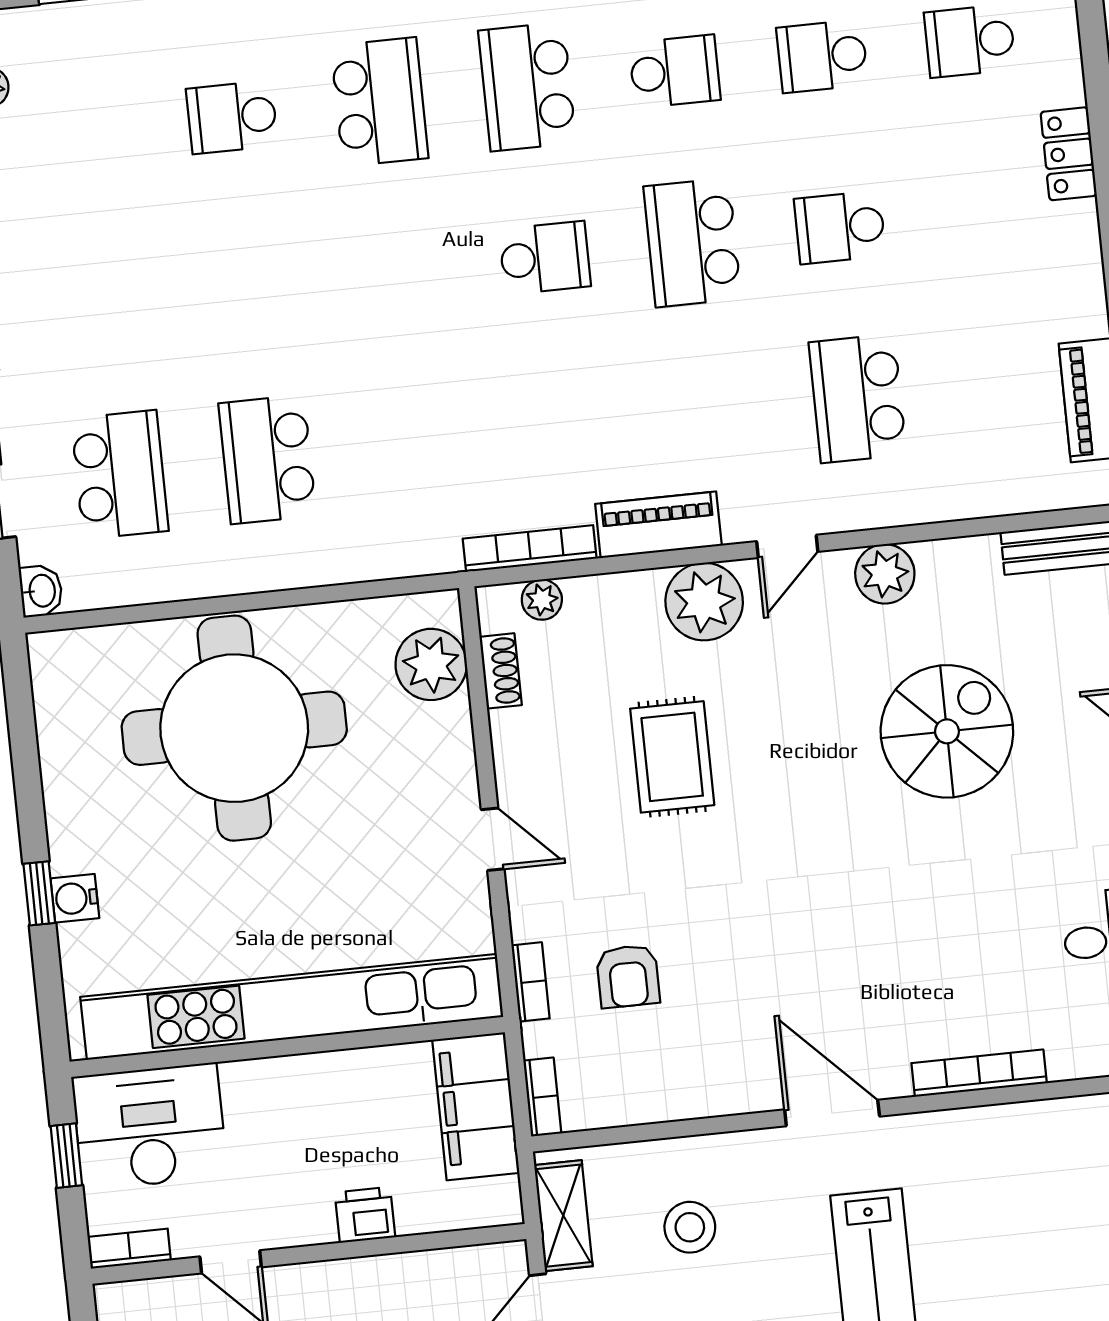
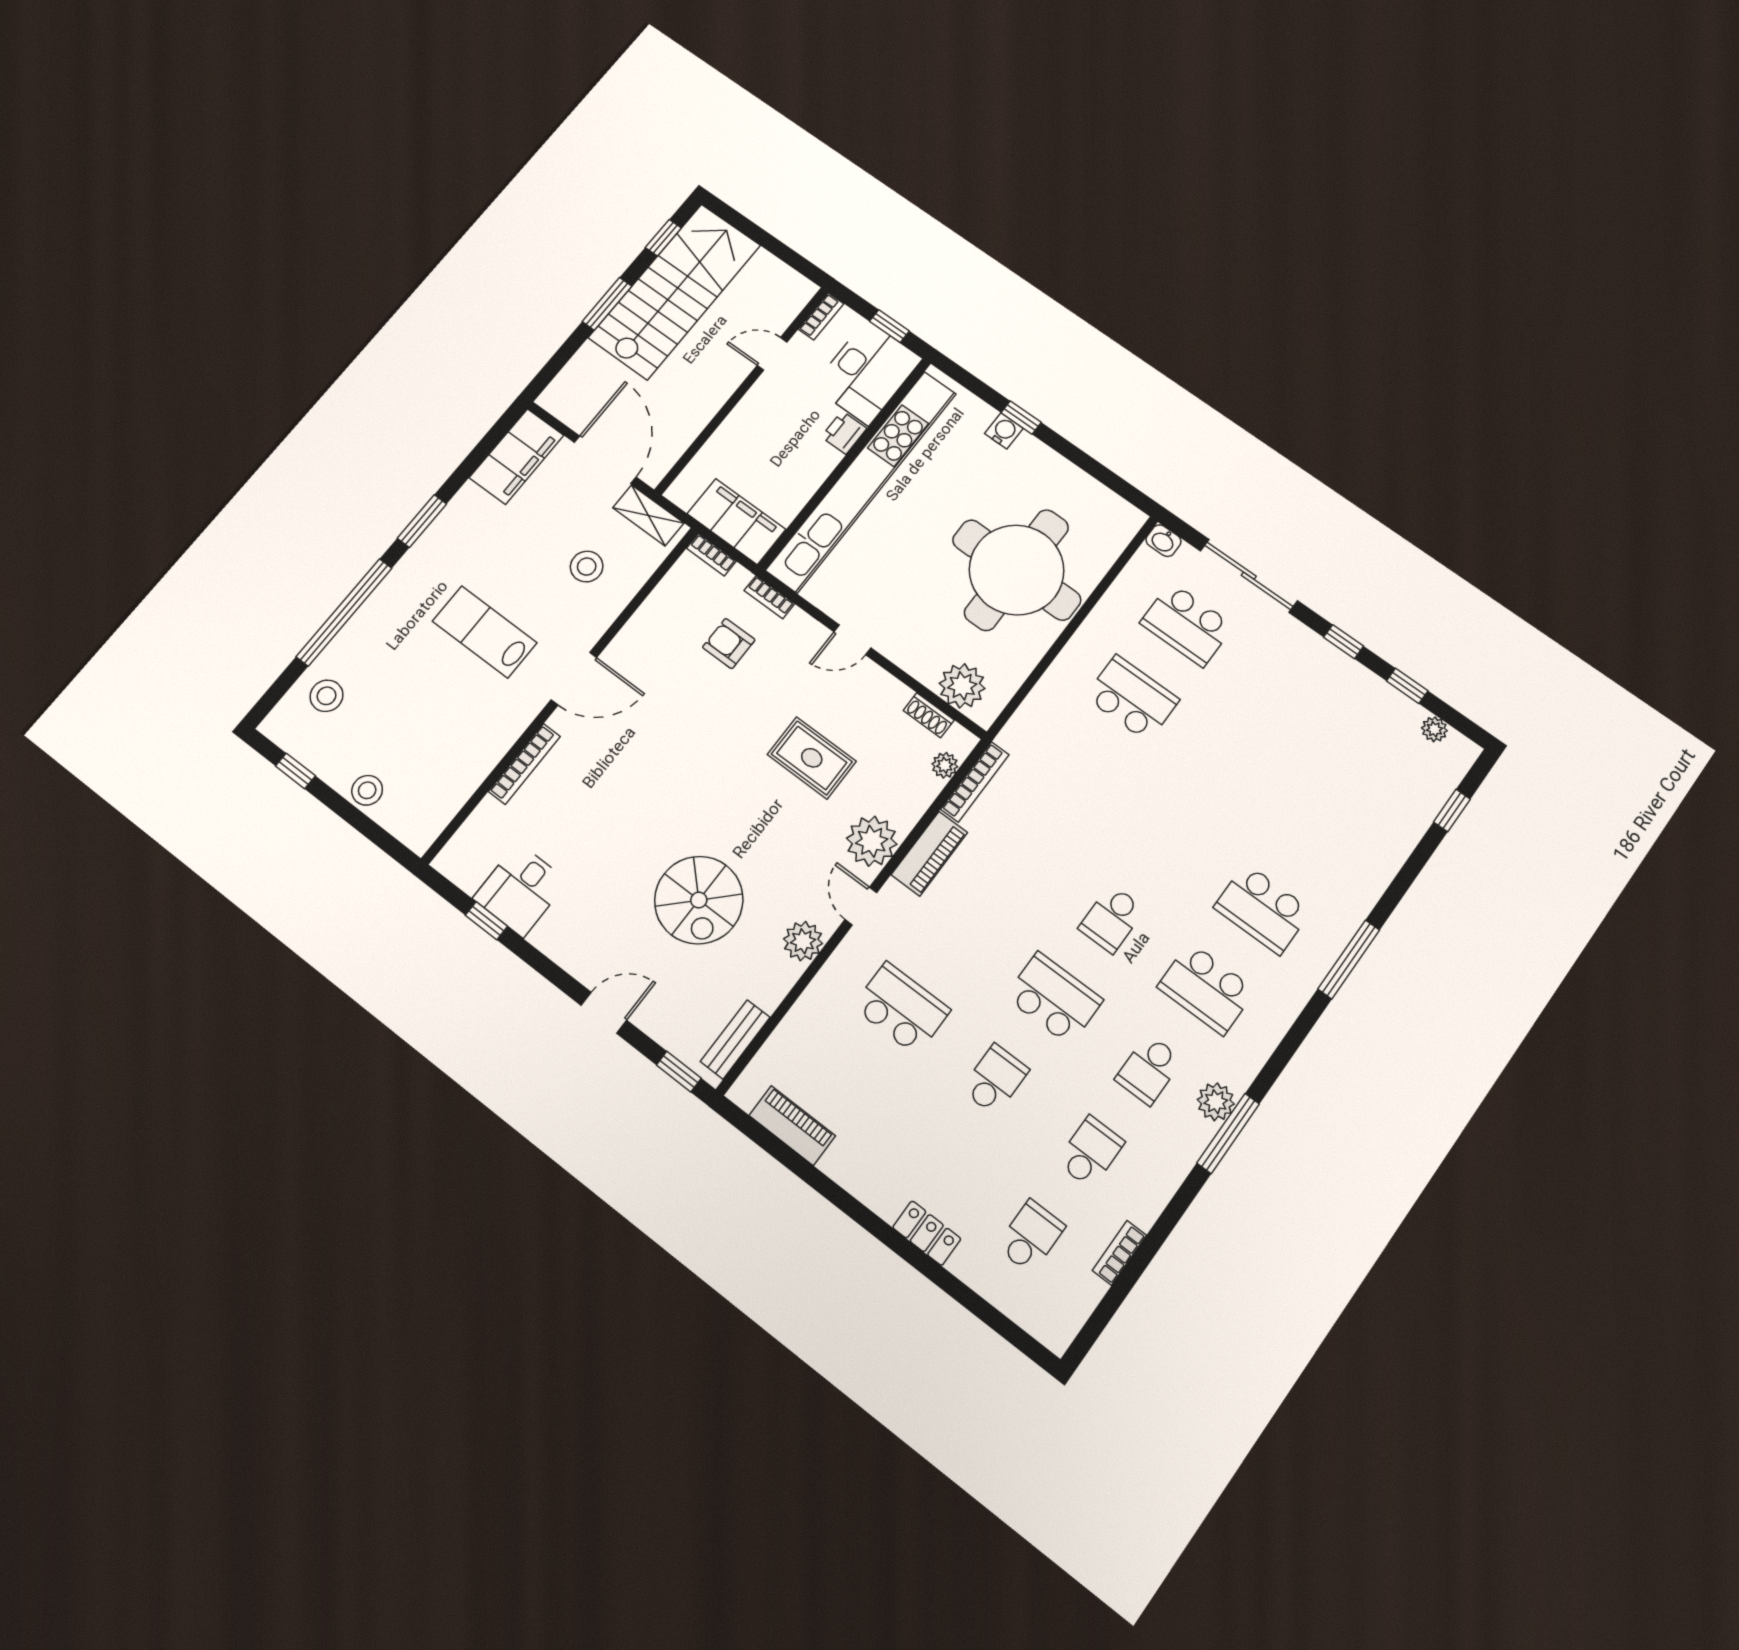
school desk: (527, 87) -> (1206, 988), turned 180
school desk: (232, 117) -> (1318, 831), removed
printer: (365, 1215) -> (844, 433), moved, turned 180

